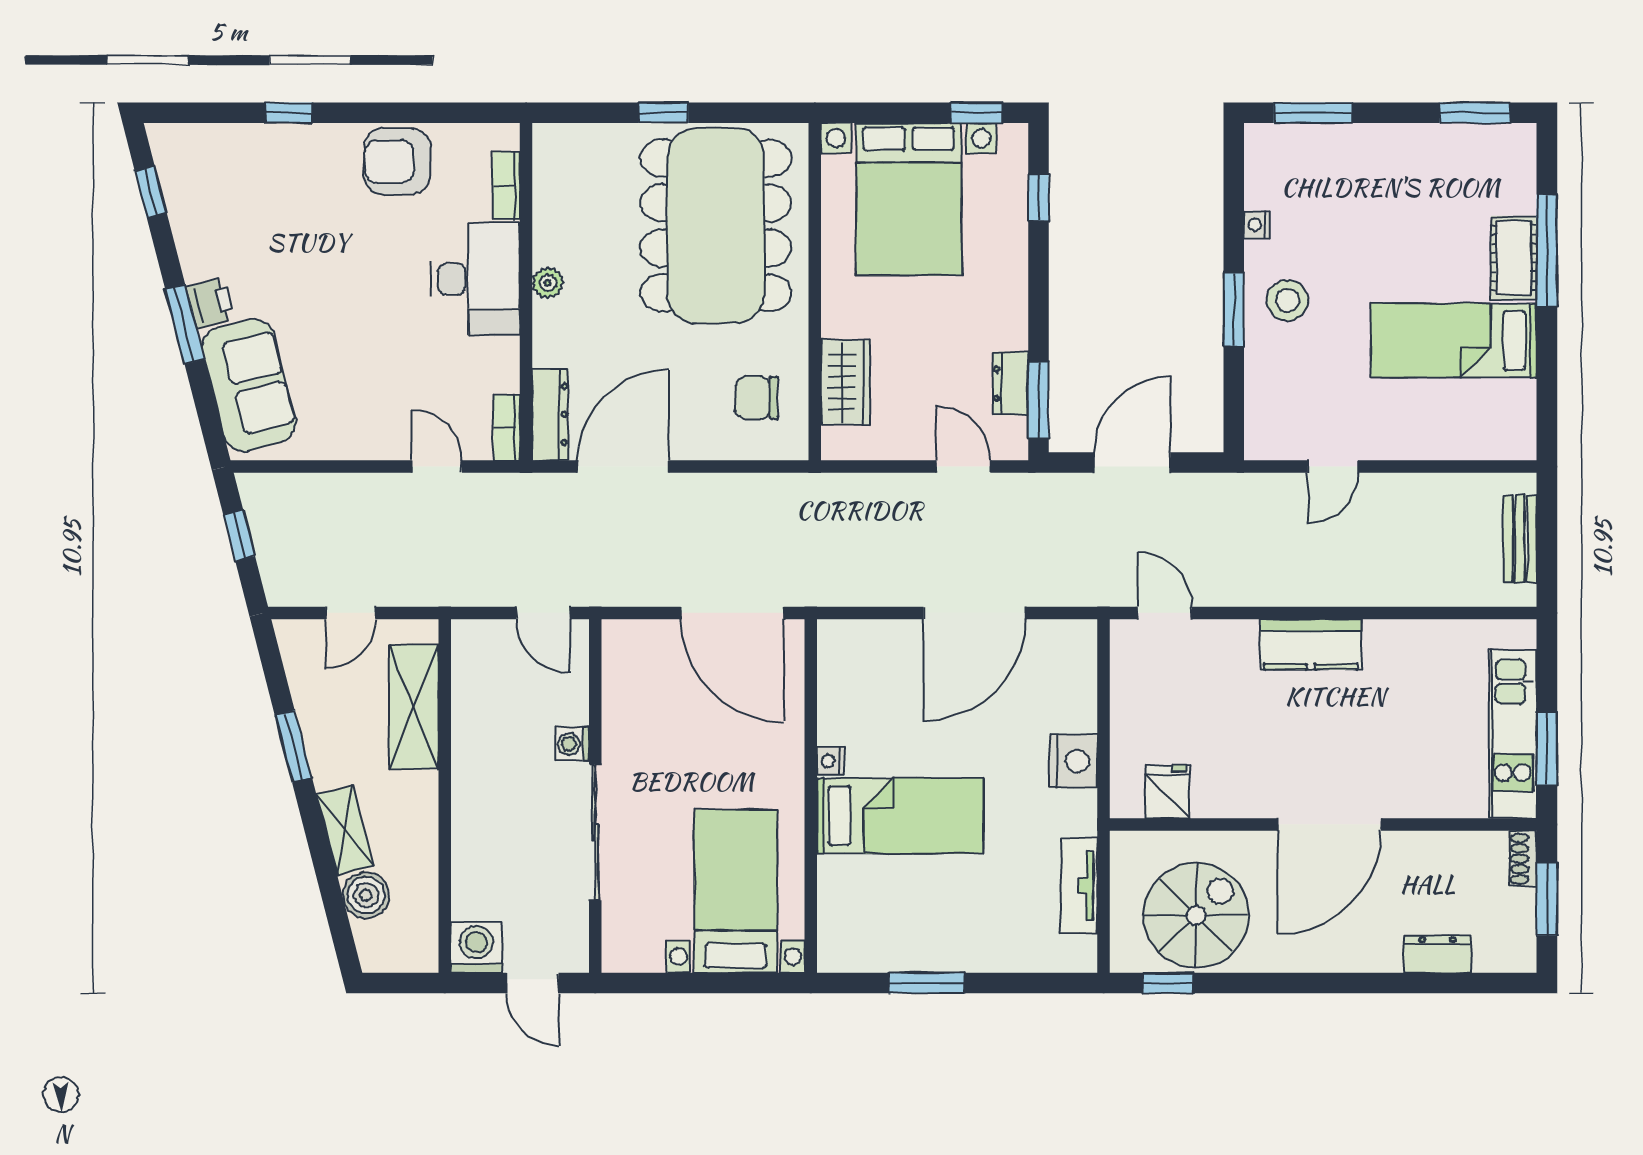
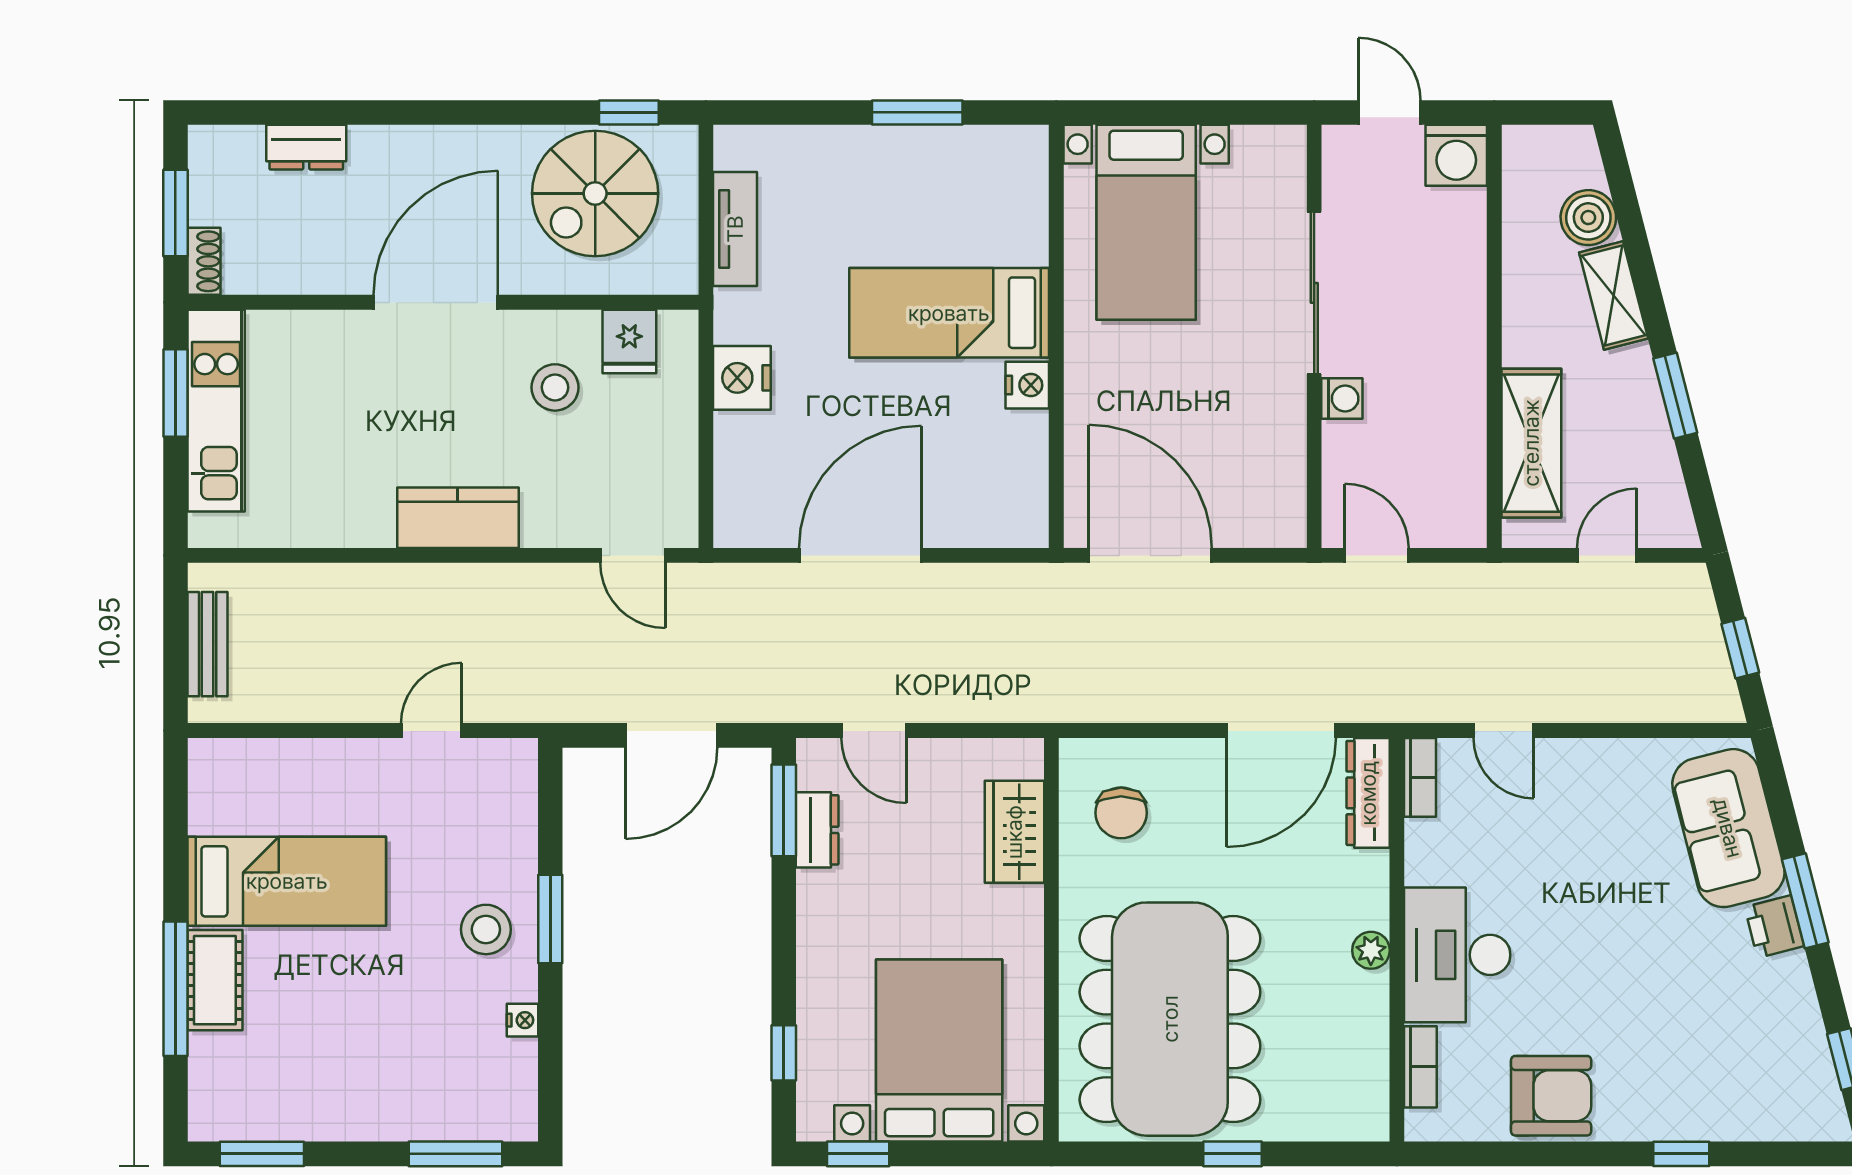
chair: (757, 398) -> (1121, 813), turned 90
stool: (1230, 753) -> (555, 387), added
nightstand: (830, 761) -> (1027, 385), width x1.39, depth x1.35

